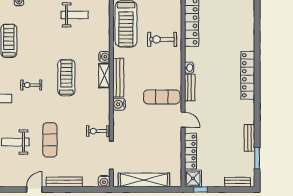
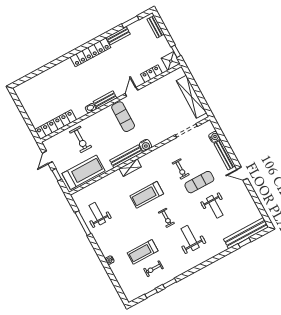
water cooler: (104, 57) -> (116, 175), removed
locker: (248, 75) -> (90, 52), moved
exercise bike: (98, 131) -> (181, 169), moved
locker: (191, 151) -> (152, 74), width x0.66
water cooler: (104, 181) -> (214, 137), moved

